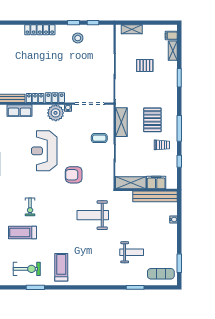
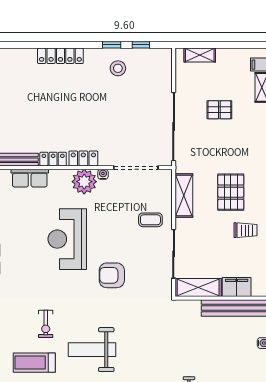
weight bench: (93, 215) -> (92, 350), moved

